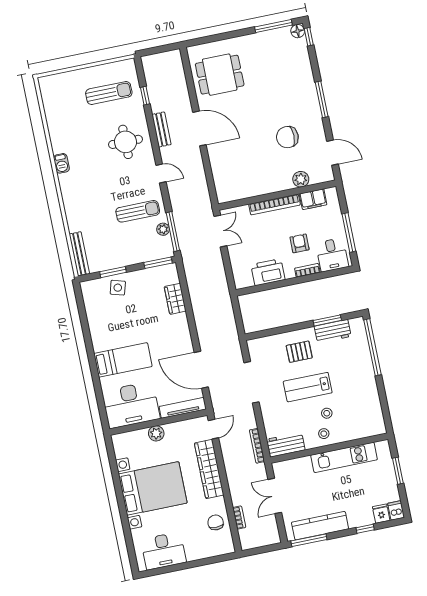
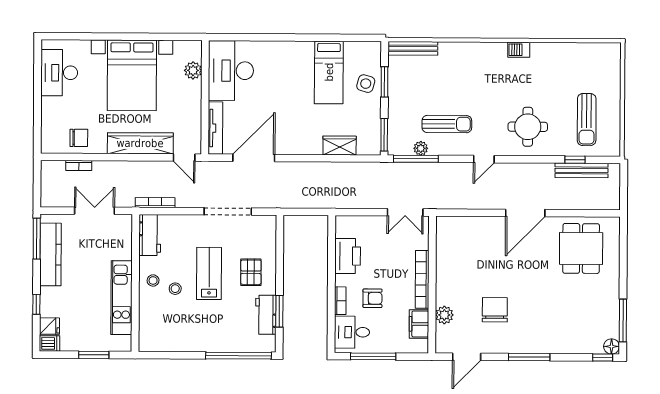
bench: (161, 129) -> (581, 170), moved, width x1.36
sun lounger: (138, 211) -> (447, 124), turned -90
bed: (123, 360) -> (329, 72), moved
plant: (156, 433) -> (193, 70), moved

